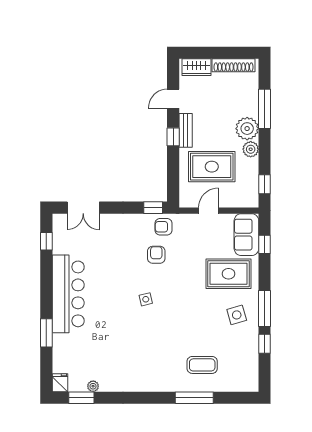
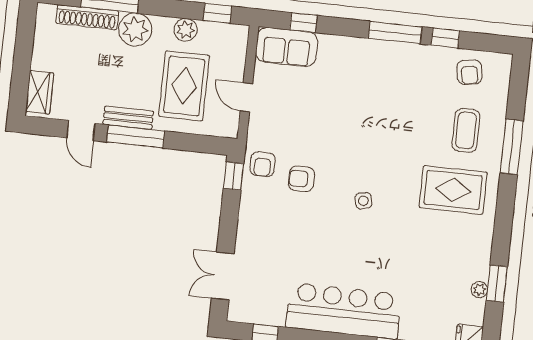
shoe rack: (234, 65) -> (87, 17), moved, turned 90
window: (173, 137) -> (136, 136), width x2.17
plant: (251, 149) -> (186, 30), moved
double door: (83, 208) -> (223, 276), swing flipped
rug: (229, 274) -> (453, 190), moved, turned 90
side table: (237, 315) -> (400, 73), removed
armchair: (243, 363) -> (469, 72), added
window: (81, 398) -> (497, 284), moved

